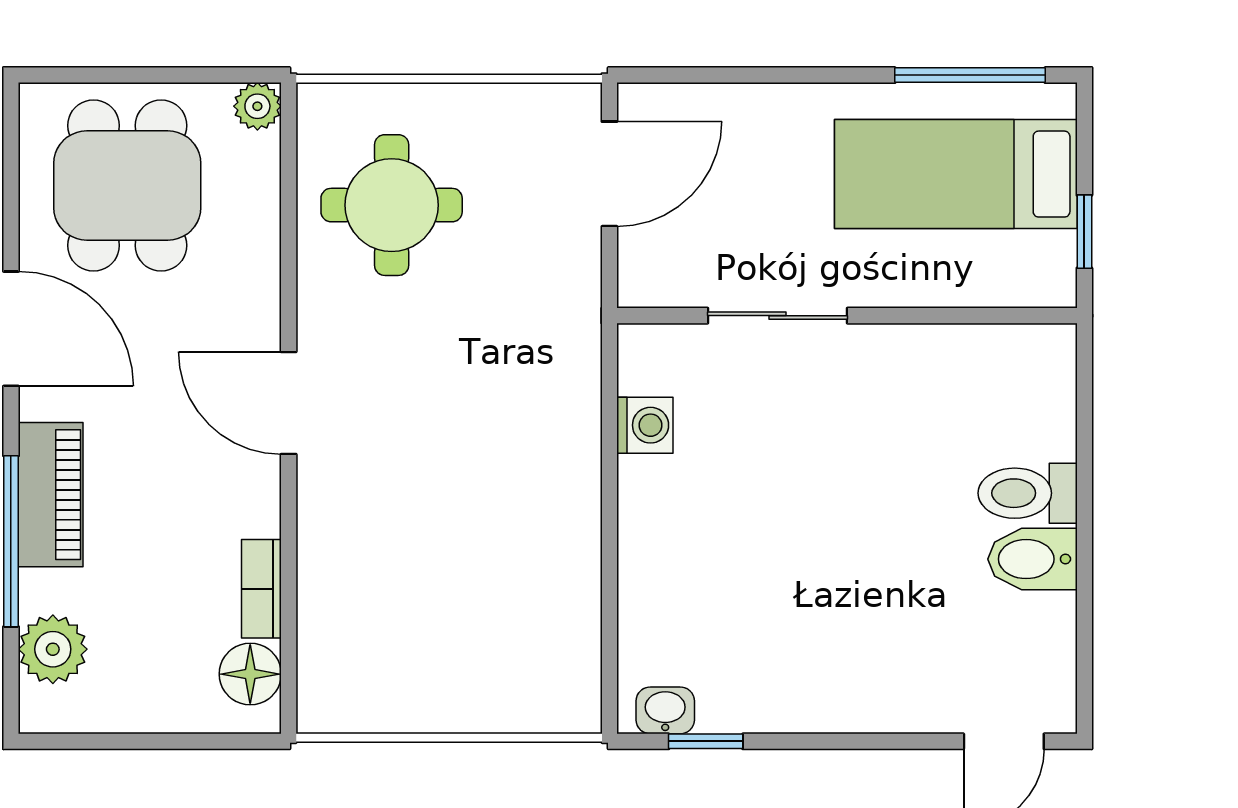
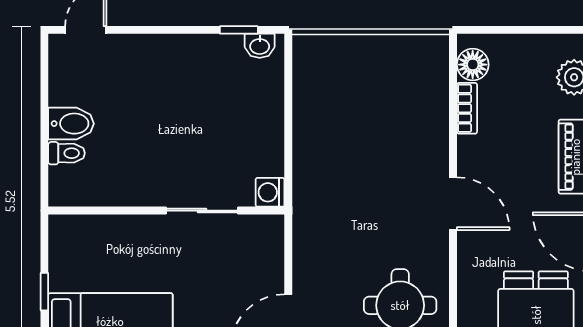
sliding door: (778, 316) -> (202, 211), moved
wall: (847, 316) -> (166, 211), moved
toilet: (1028, 493) -> (66, 153), width x0.73, depth x0.72

